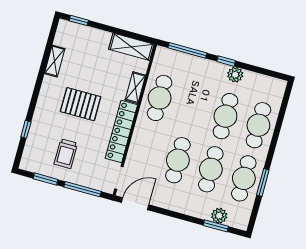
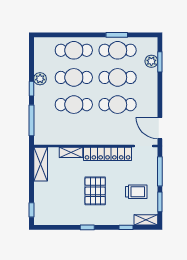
shelving: (55, 61) -> (146, 220), moved
window: (39, 82) -> (87, 227), added
cafe table: (160, 98) -> (74, 105), moved

